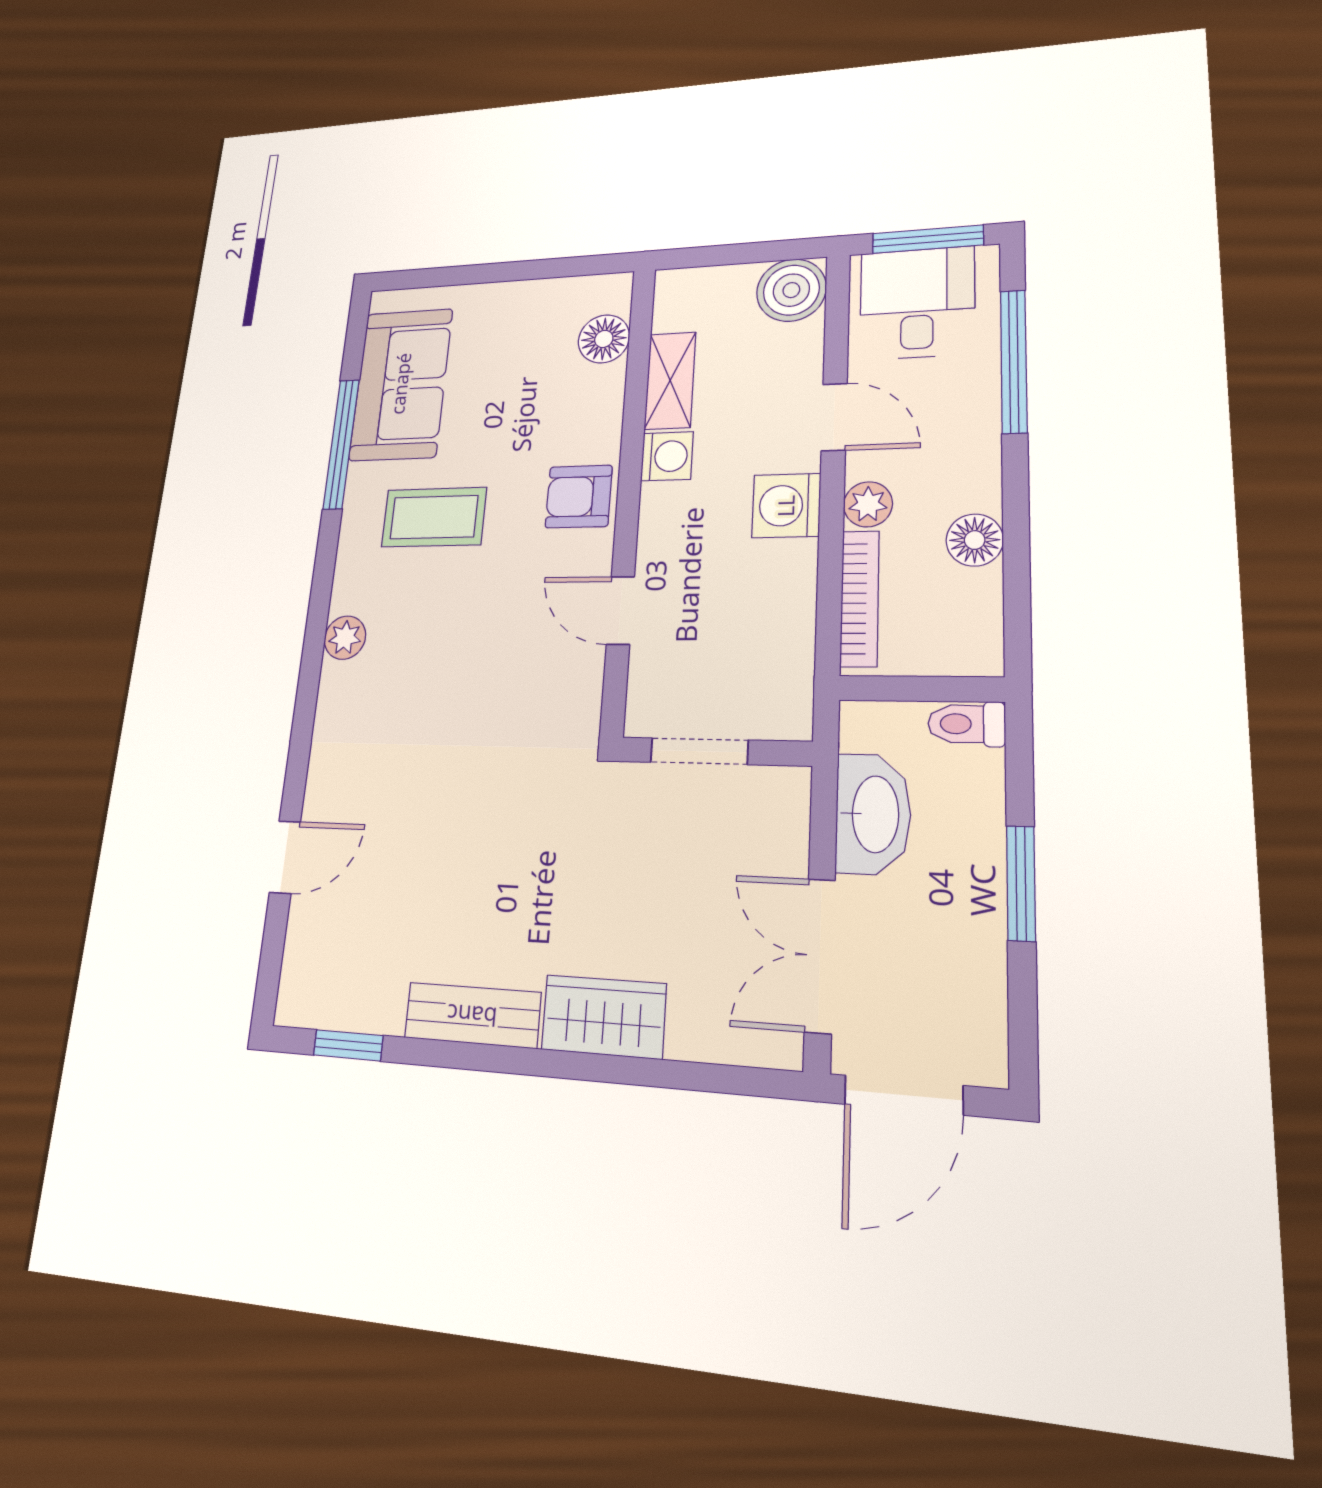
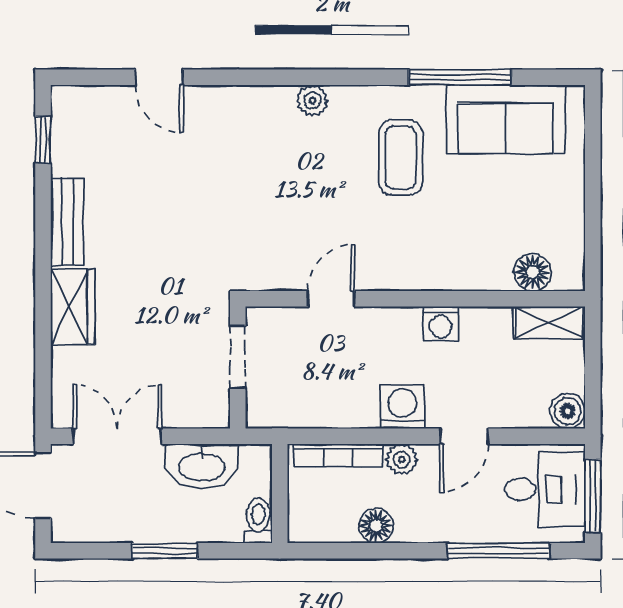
boiler: (791, 290) -> (568, 411), width x0.73, depth x0.73
shelving: (670, 381) -> (549, 323), moved
armchair: (579, 497) -> (413, 263), removed

